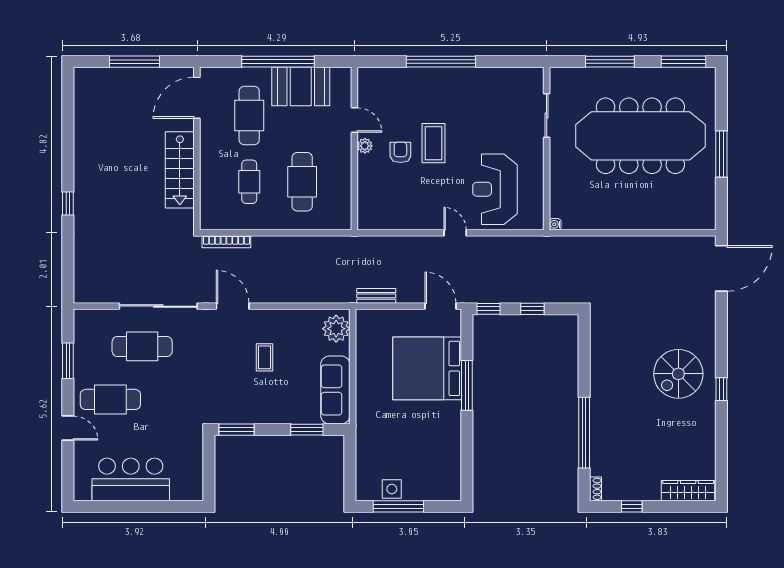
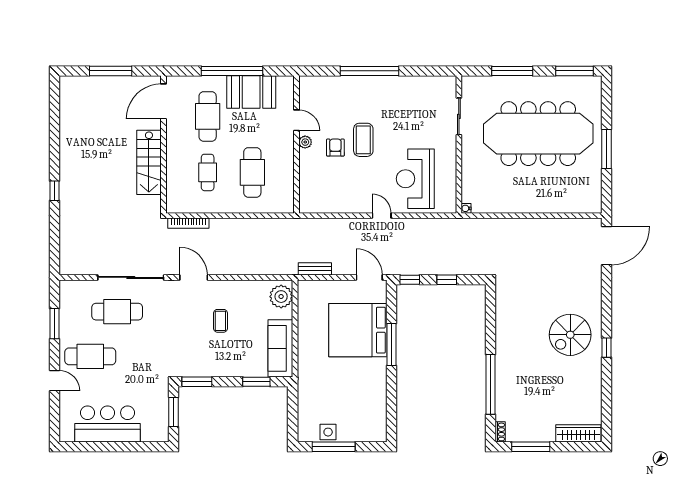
window: (209, 465) -> (174, 412), added
window: (632, 506) -> (531, 447), width x2.17

